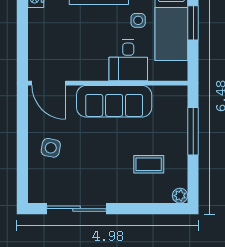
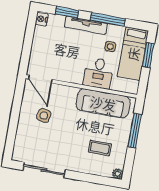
sofa: (114, 101) -> (103, 103), moved
side table: (51, 148) -> (44, 116), moved

